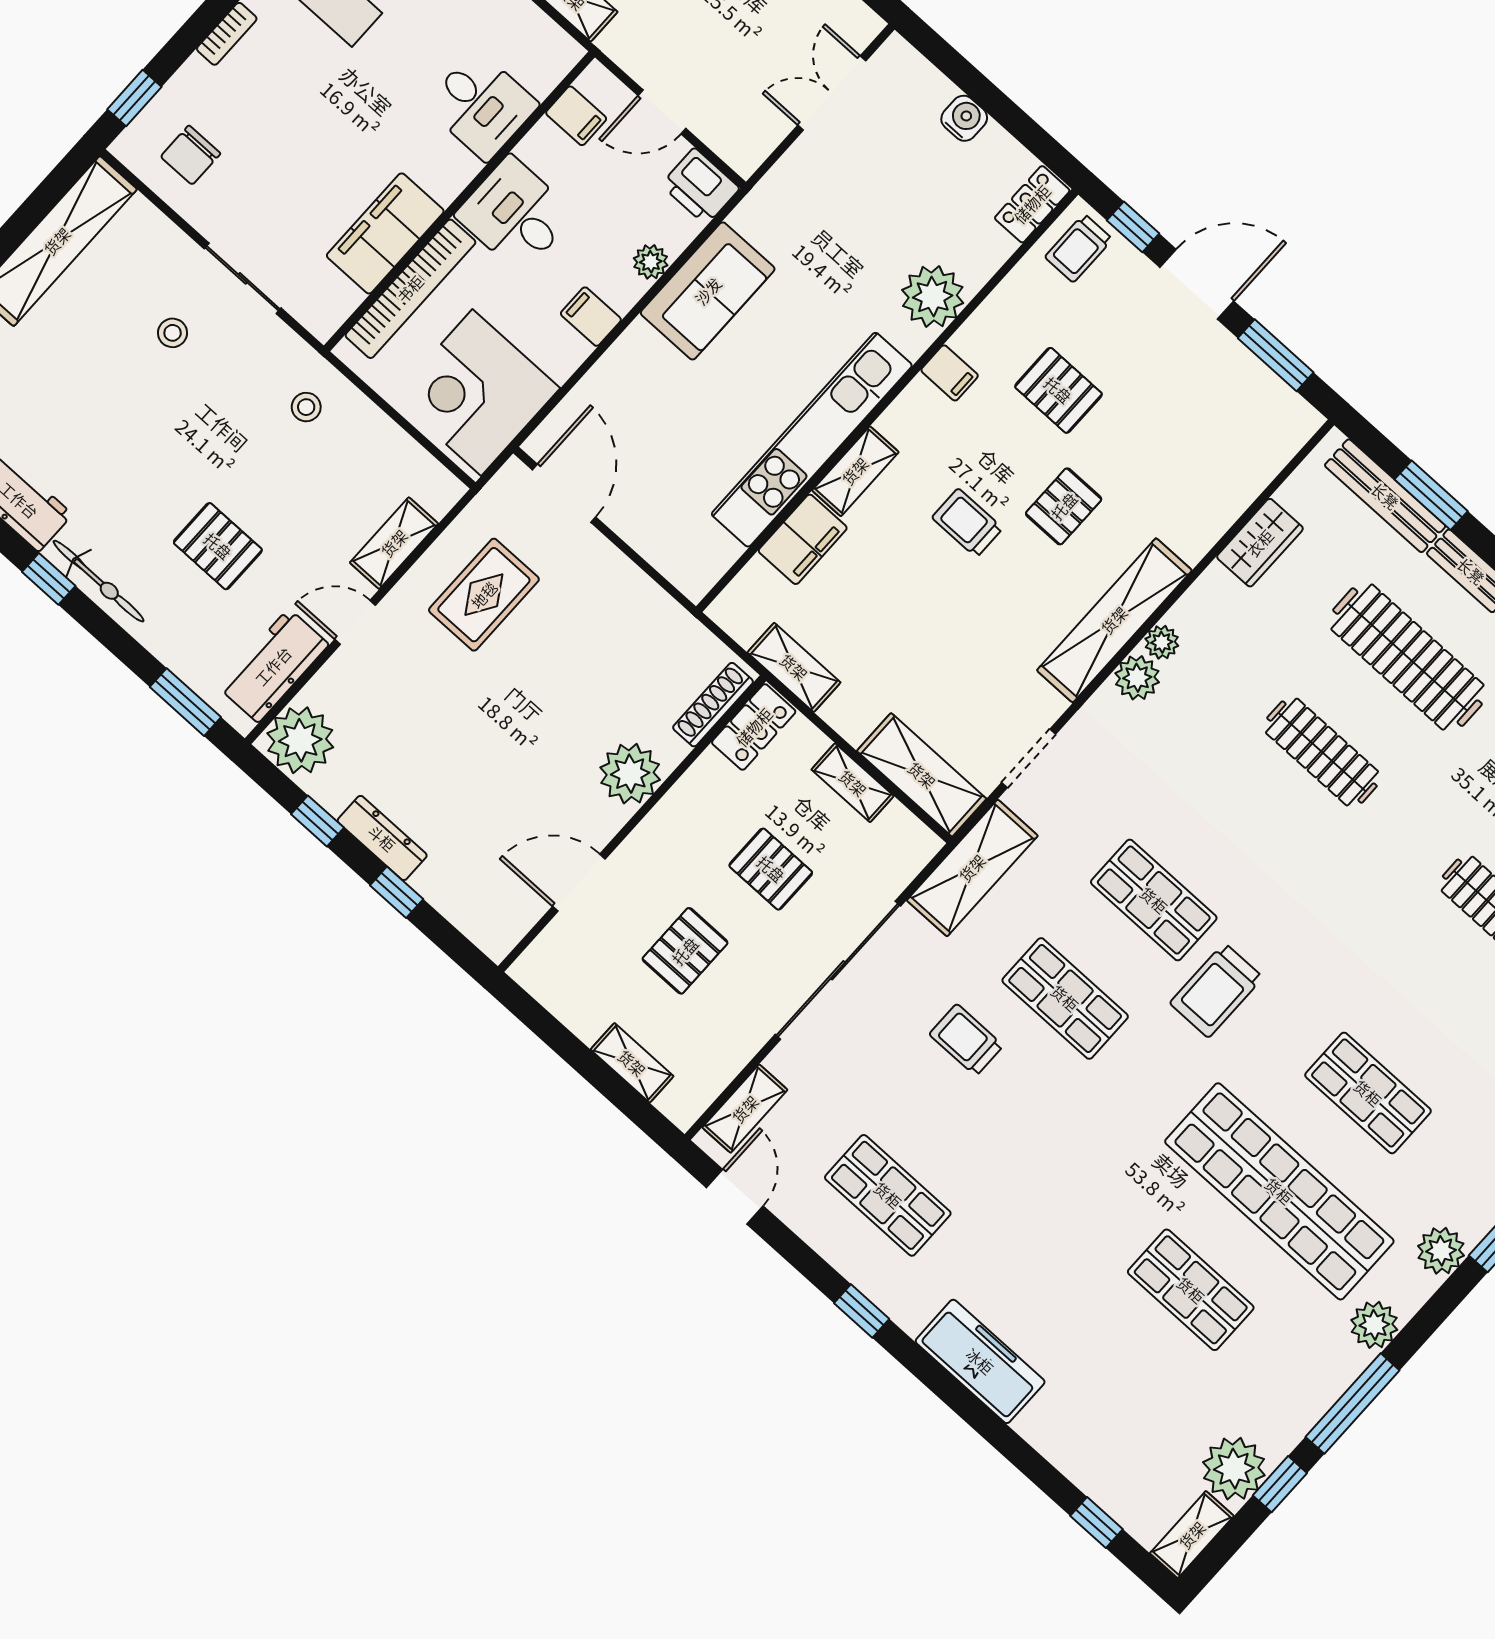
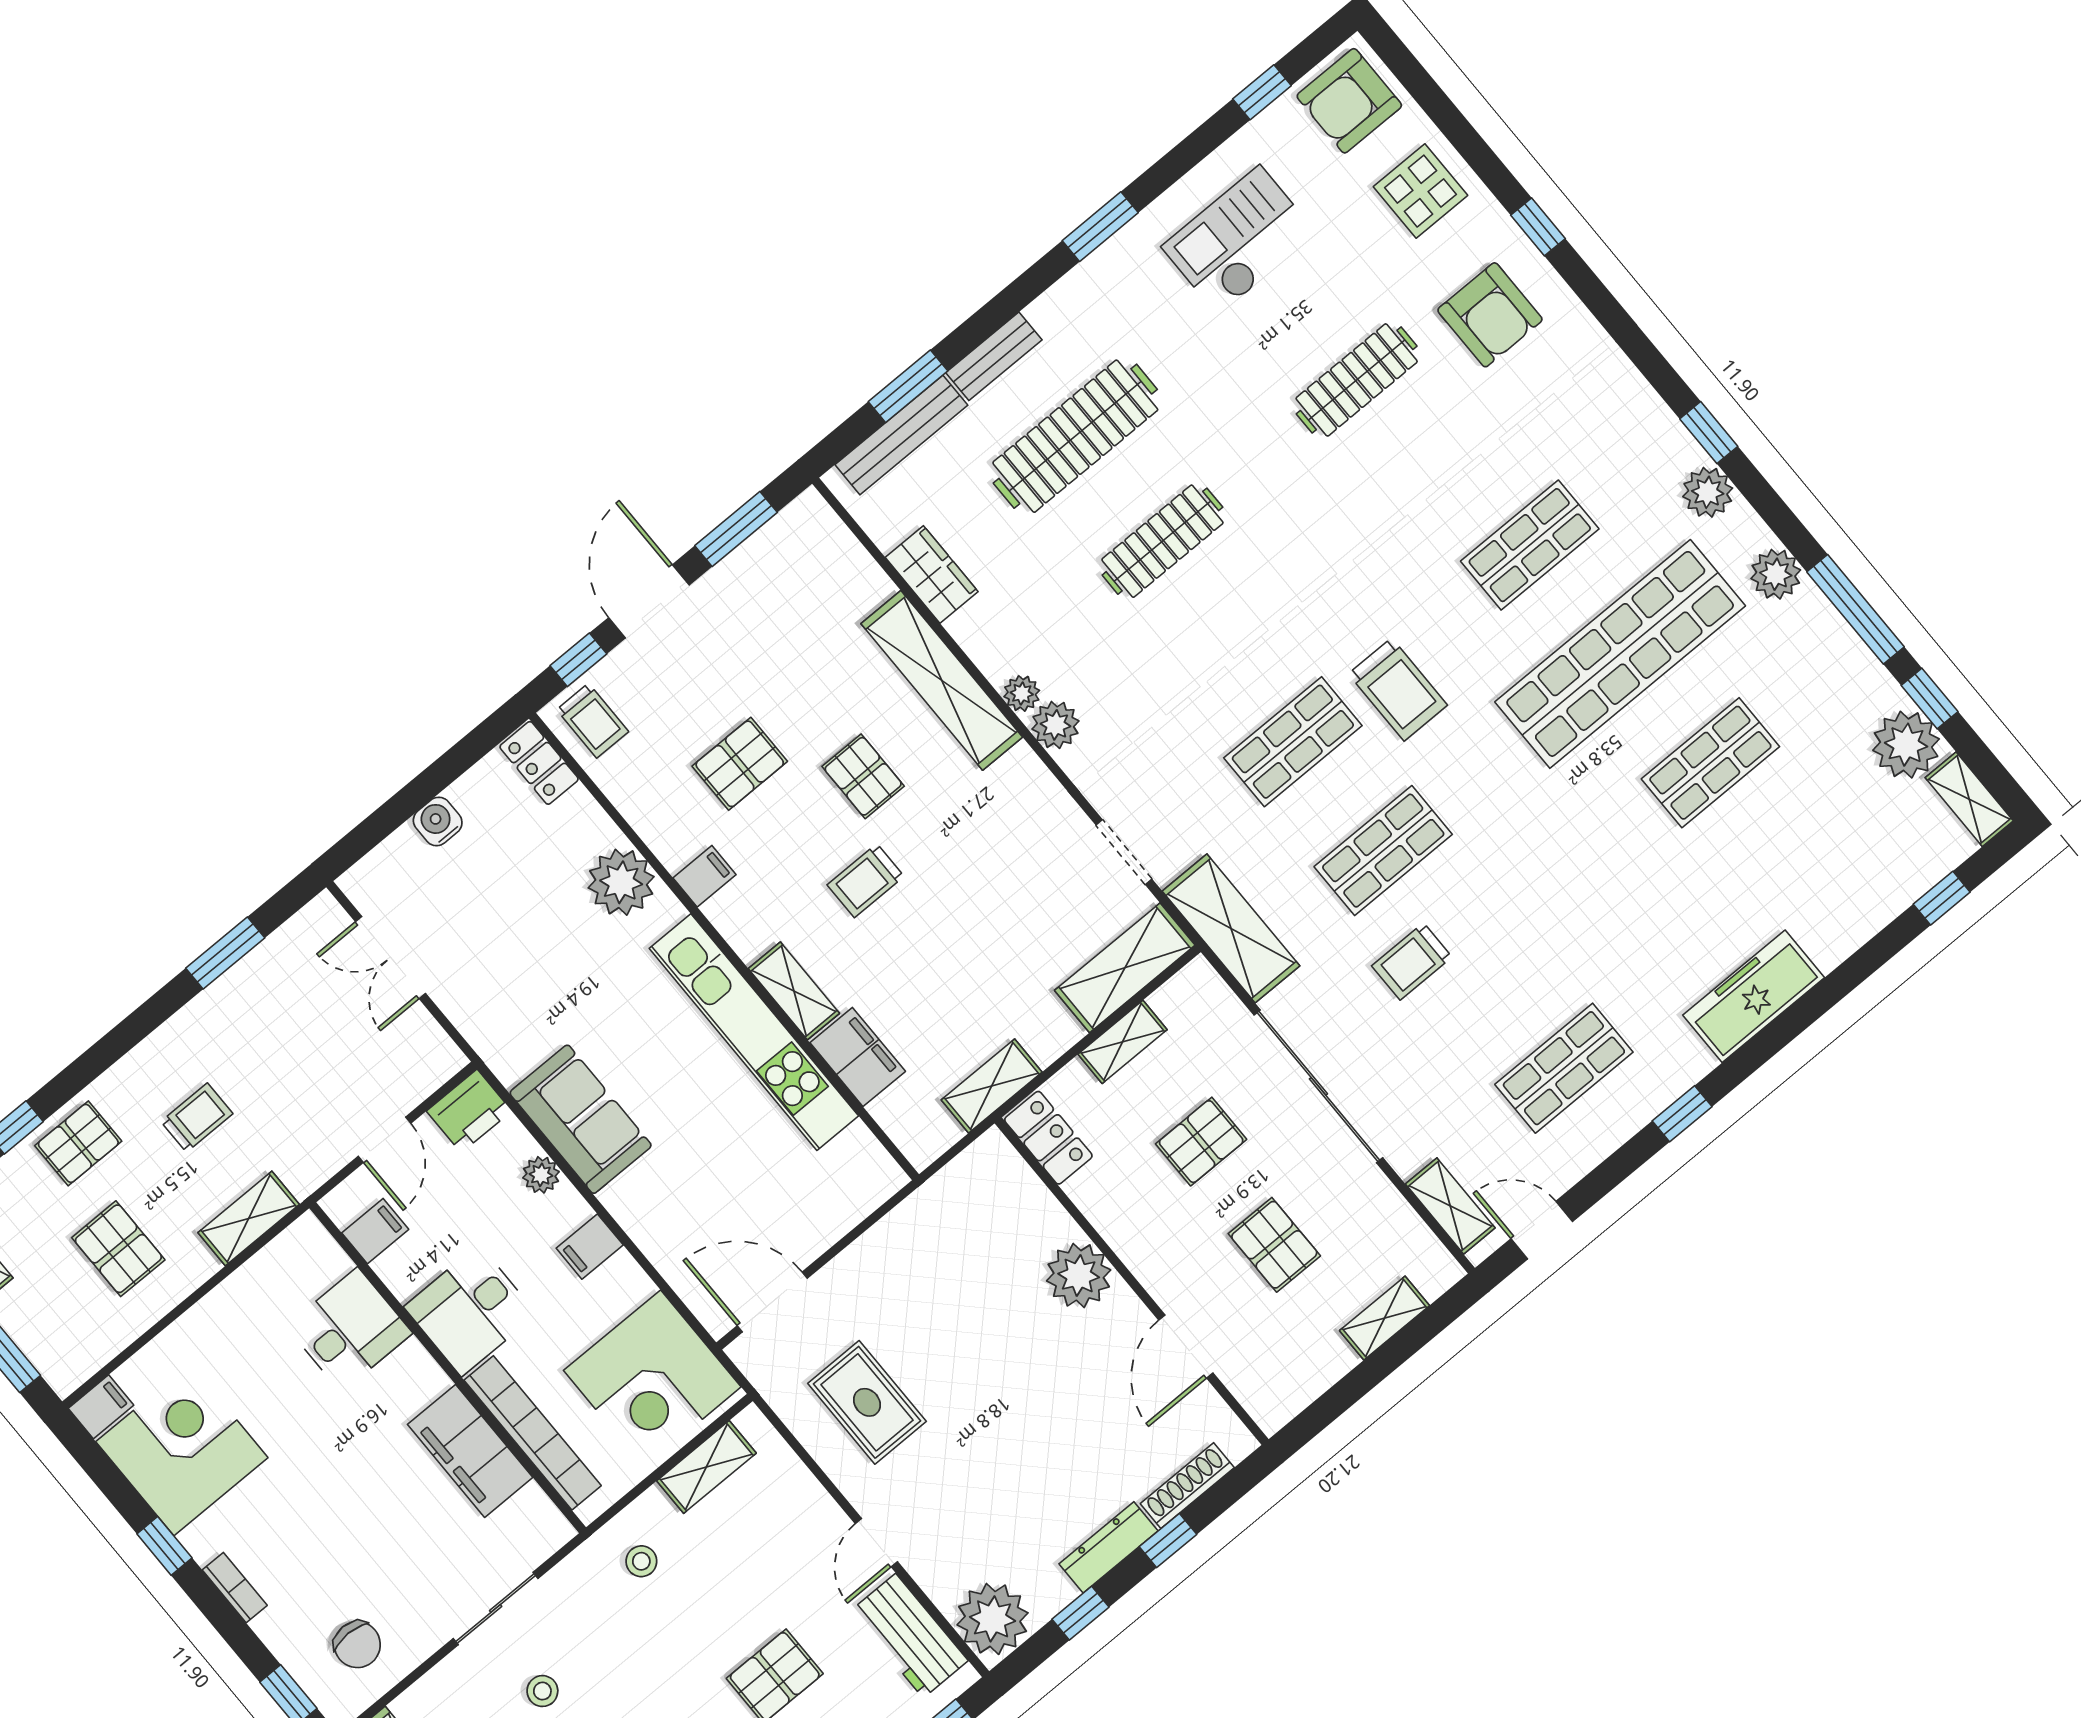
shelving: (394, 543) -> (706, 1467), moved, turned 90
shelving: (1114, 620) -> (942, 680), moved
shoe rack: (713, 705) -> (1187, 1486), moved, turned 90

